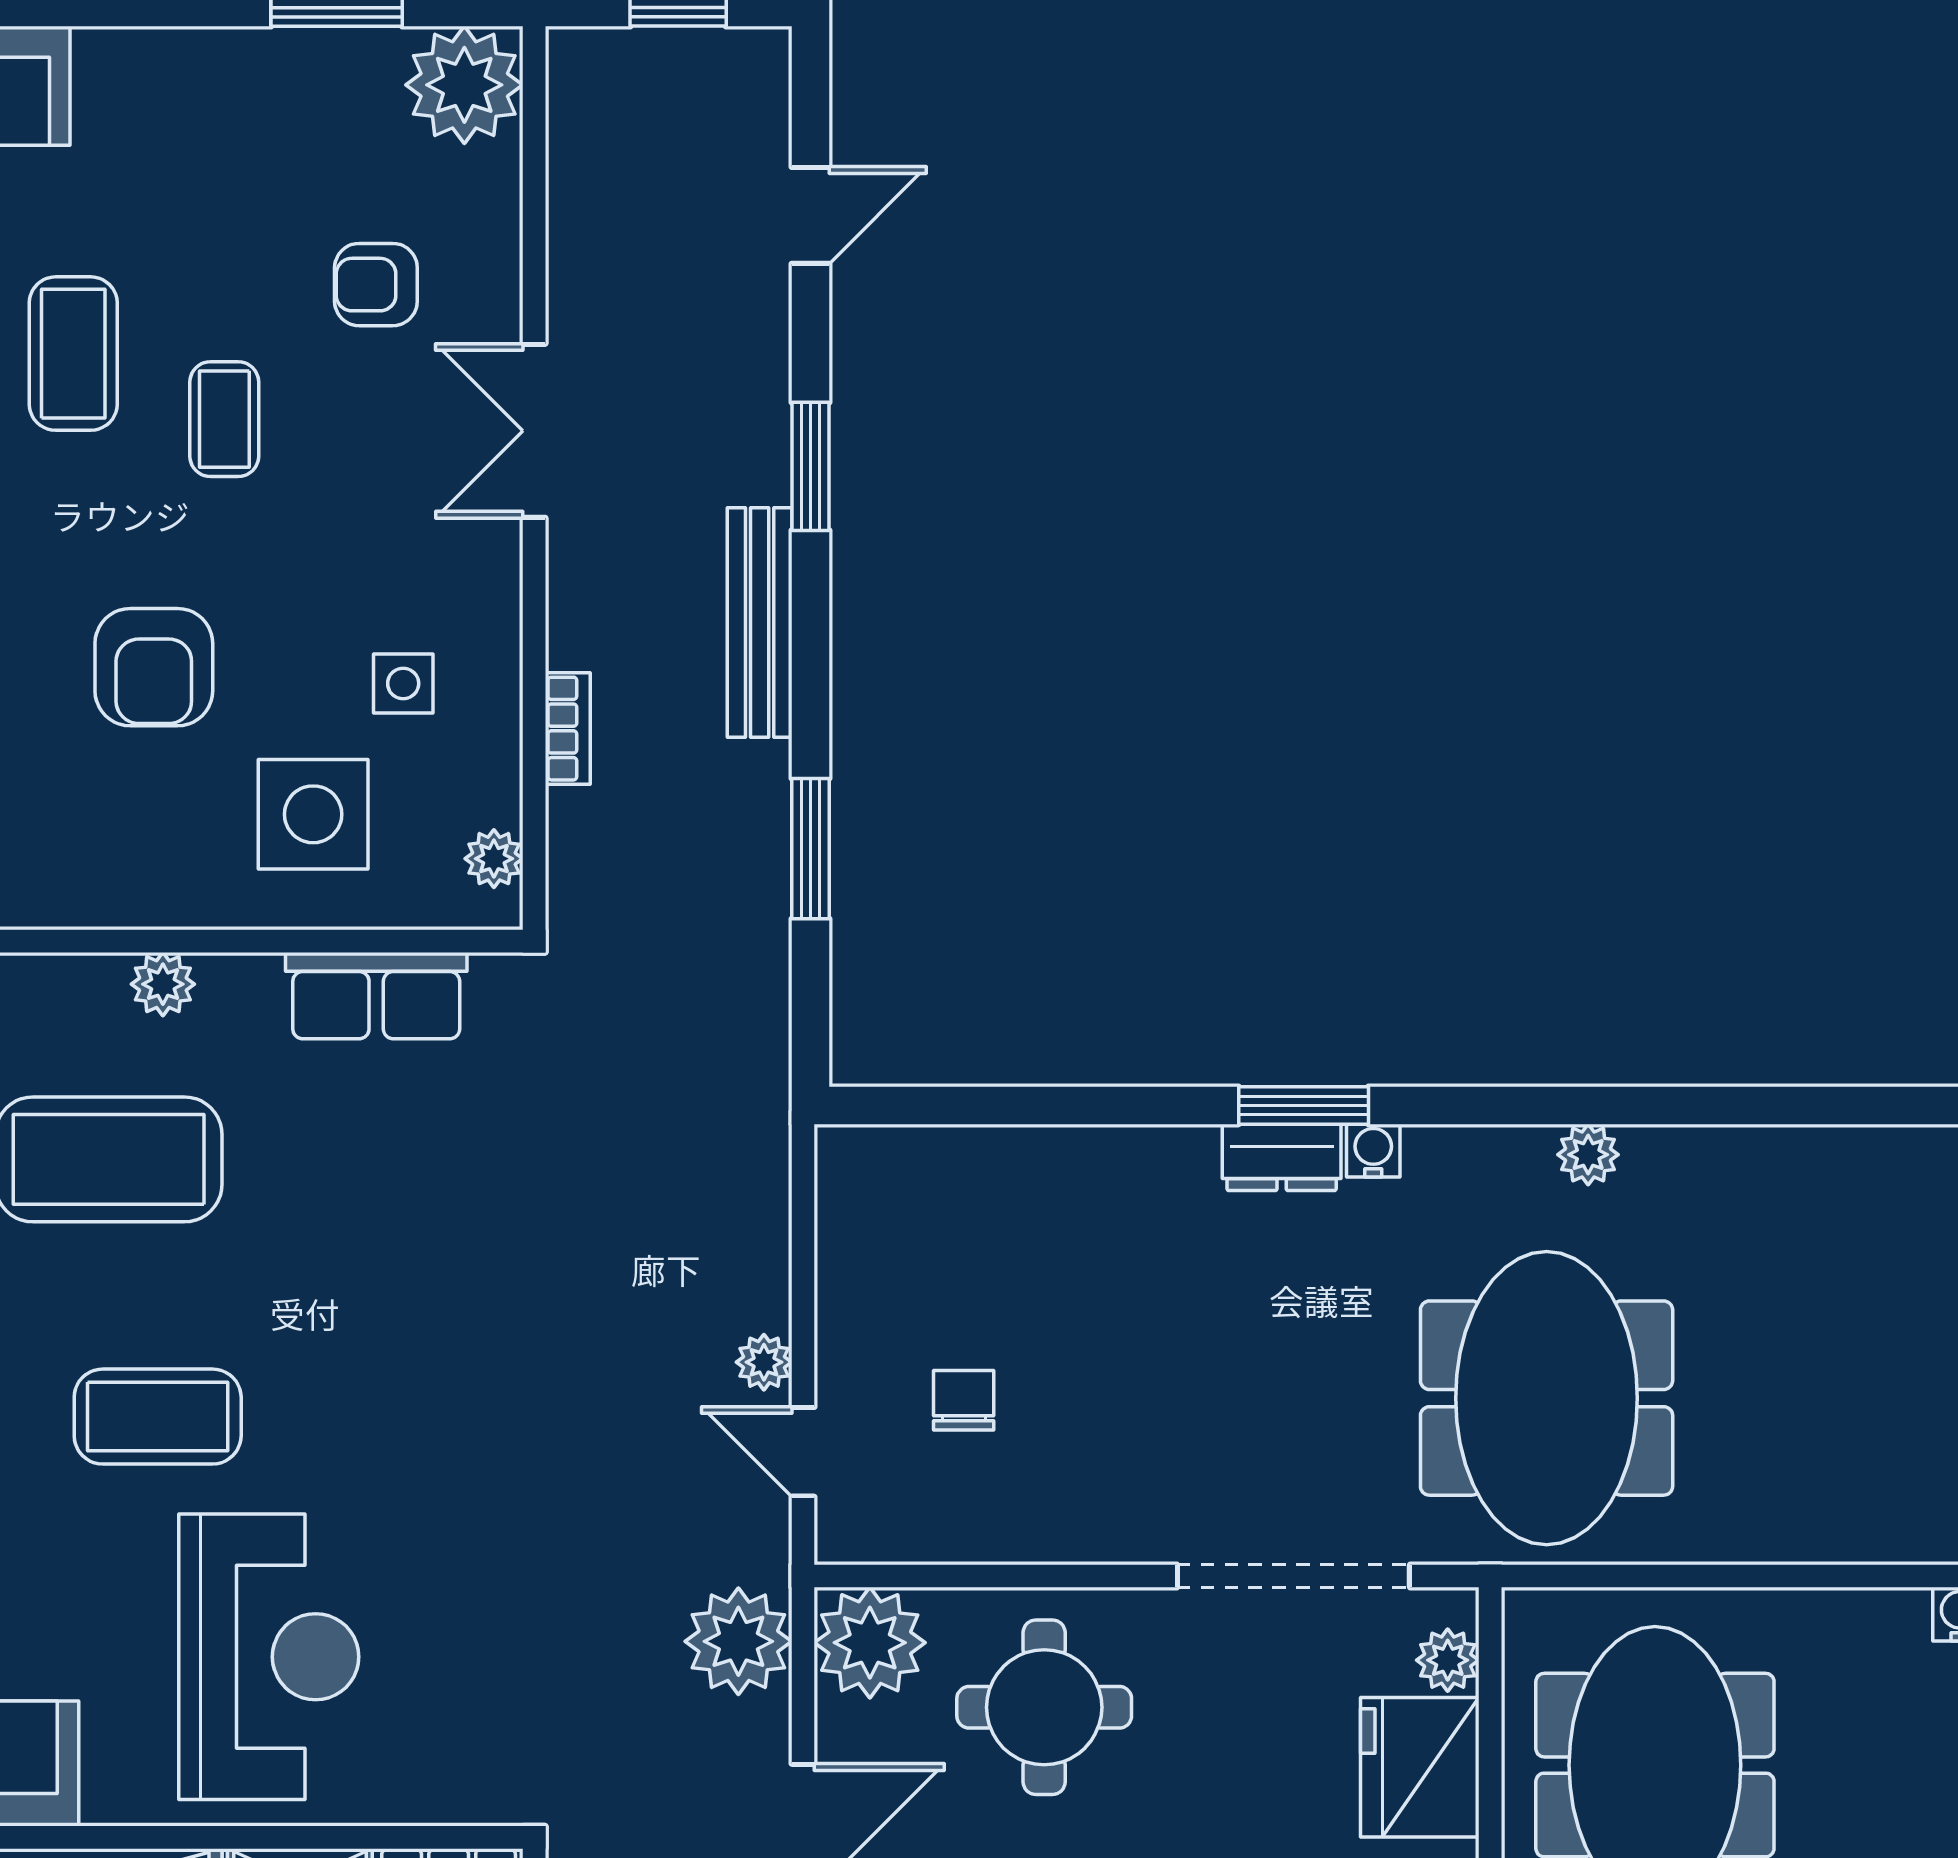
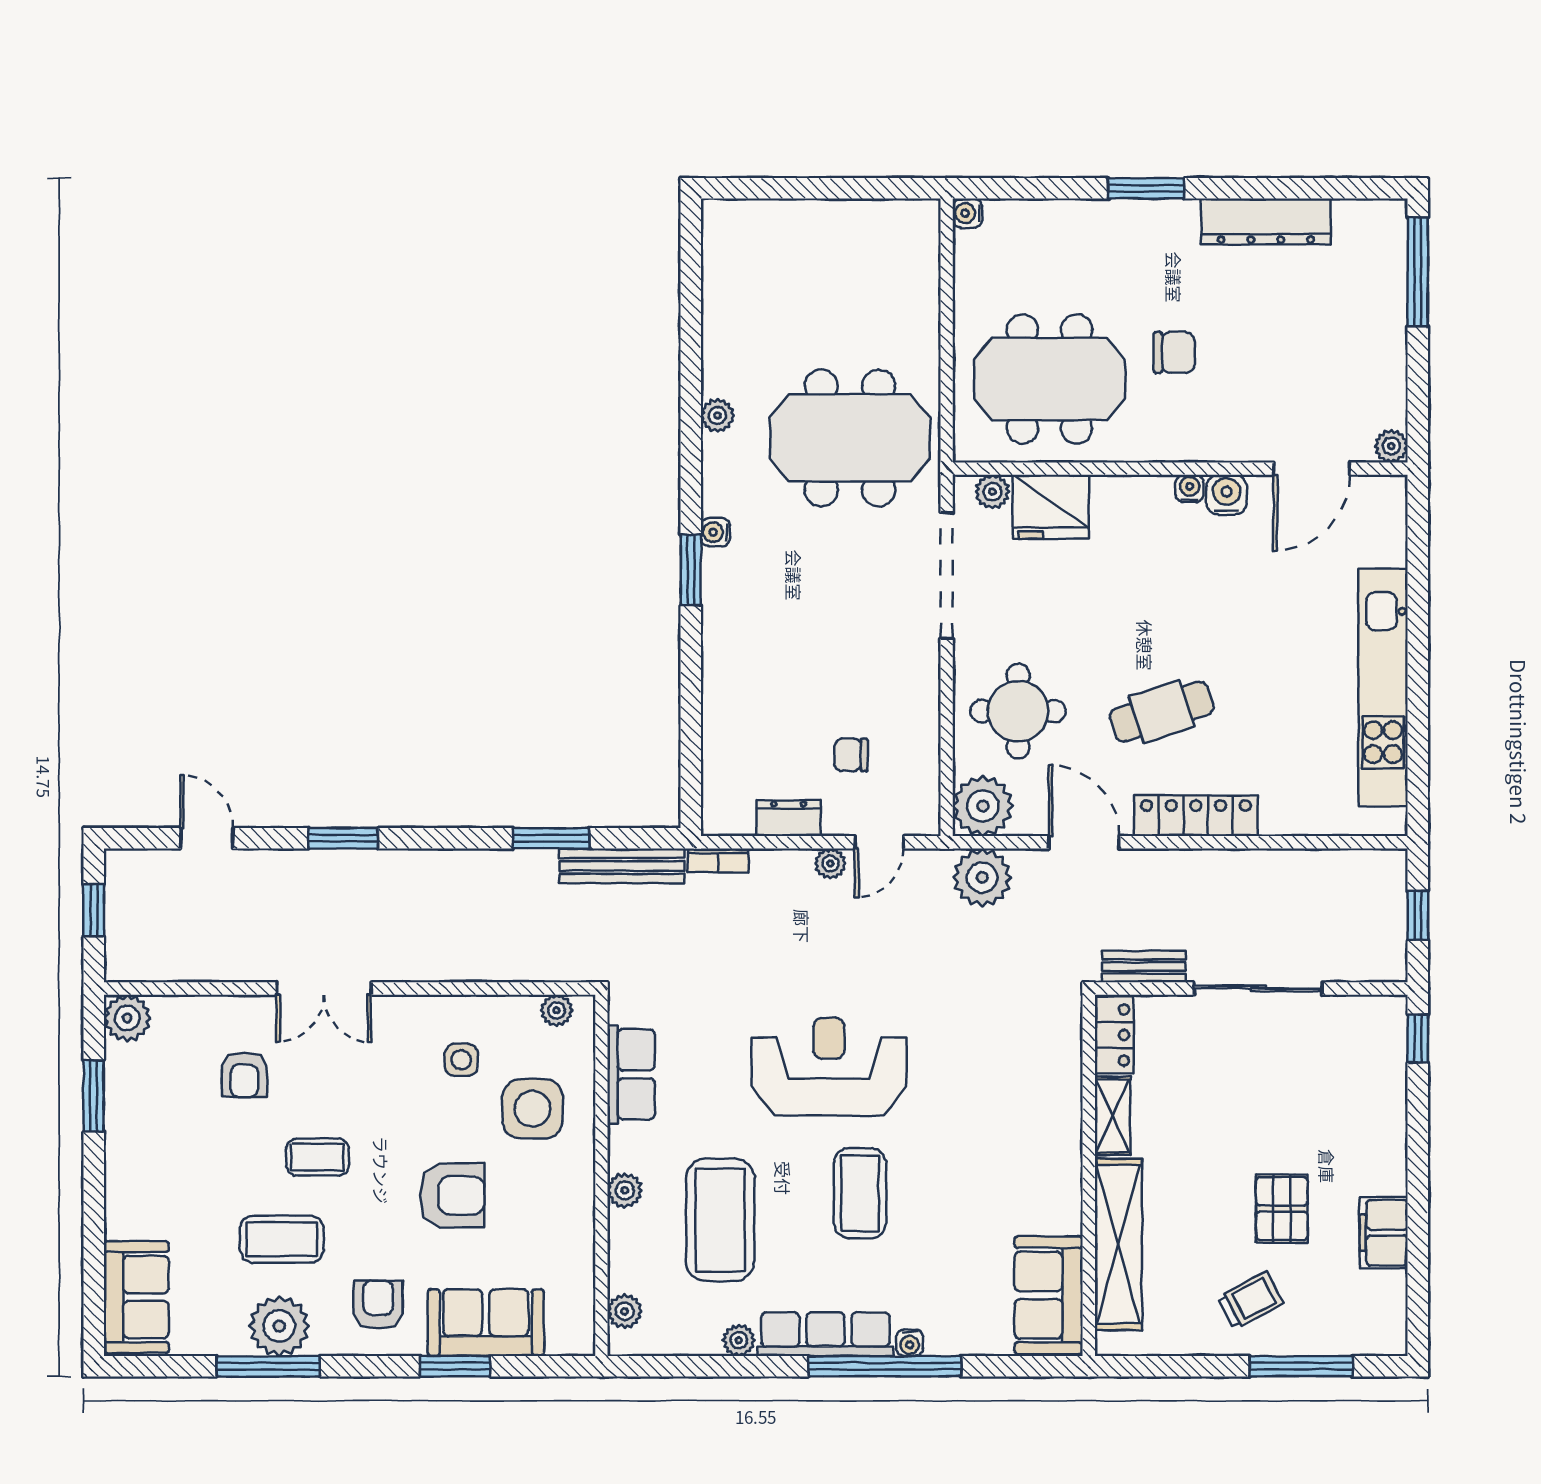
plant: (464, 85) -> (127, 1018), width x0.73, depth x0.73
bench: (760, 622) -> (622, 866), moved
bookcase: (568, 729) -> (718, 861), moved, turned 180
dresser: (1282, 1157) -> (789, 818), moved, turned -90
reception desk: (269, 1657) -> (829, 1067), moved

